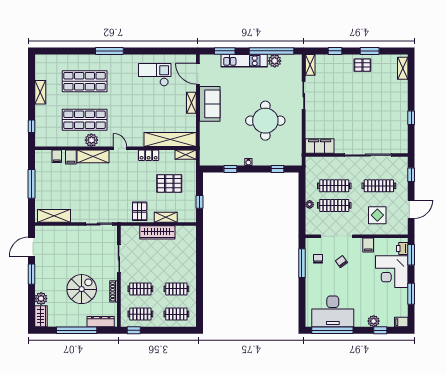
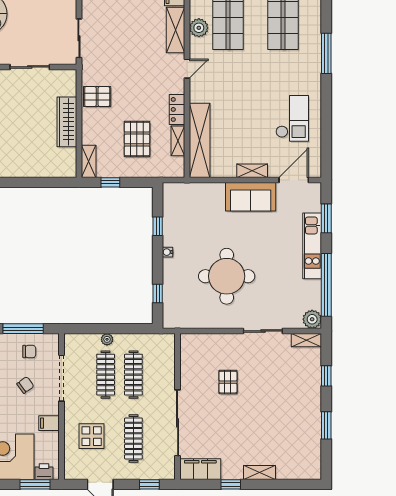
plant: (275, 61) -> (312, 319), moved
pallet: (362, 65) -> (228, 382), moved
shelving: (403, 68) -> (260, 473), moved
filing cabinet: (320, 146) -> (200, 469), moved, turned -90
shelving: (186, 155) -> (178, 141), moved
shelving: (166, 217) -> (89, 161), moved

